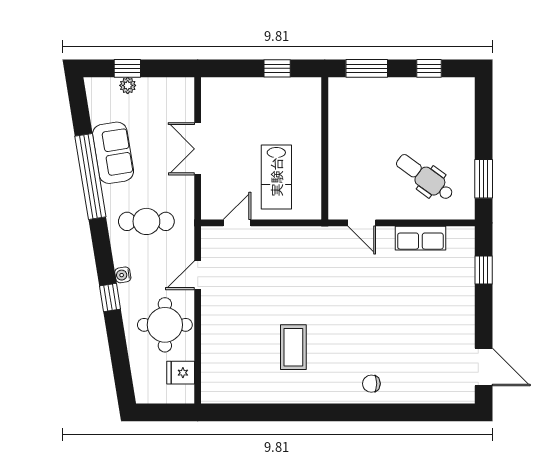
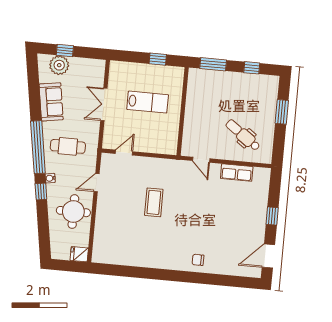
plant: (128, 85) -> (59, 65), width x1.88, depth x1.88
window: (90, 177) -> (38, 147), moved
lab bench: (276, 177) -> (148, 102), moved, turned -90
window: (484, 179) -> (282, 112), moved
window: (484, 270) -> (272, 216), moved
coffee table: (293, 347) -> (154, 202), moved
door: (484, 367) -> (268, 256), swing flipped
fridge: (181, 373) -> (79, 254), moved

